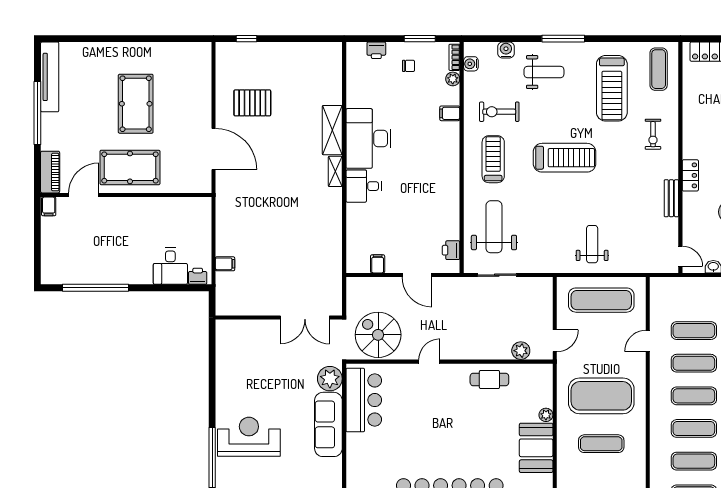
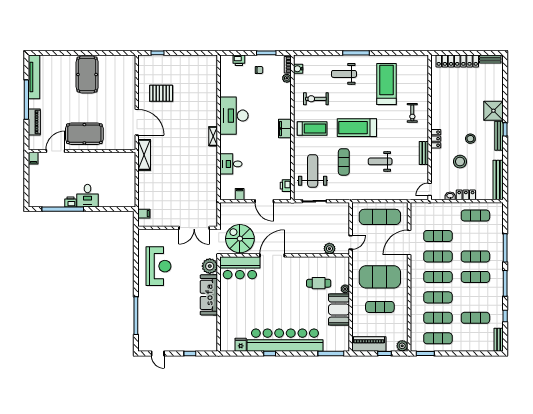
water cooler: (506, 50) -> (320, 60), removed
exercise mat: (659, 69) -> (344, 162), moved
weight bench: (544, 72) -> (344, 74), turned 180
treadmill: (612, 88) -> (387, 84), turned 180
pool table: (136, 104) -> (87, 74), moved
filing cabinet: (450, 113) -> (285, 129), moved, width x2.00
shelving: (332, 130) -> (144, 155), moved
treadmill: (565, 158) -> (357, 128), turned 180
treadmill: (493, 159) -> (312, 129), turned 90
piano: (50, 172) -> (34, 122), moved
desk: (364, 186) -> (231, 164), moved
weight bench: (592, 244) -> (380, 161), moved, turned -90
door: (680, 256) -> (430, 189), swing flipped
filing cabinet: (225, 264) -> (144, 214), moved
desk: (170, 266) -> (88, 196), moved
printer: (198, 276) -> (70, 202), moved
door: (648, 341) -> (409, 243), width x1.87
door: (429, 362) -> (272, 255), width x1.87
cafe table: (489, 379) -> (319, 283), moved
bar counter: (364, 400) -> (240, 268), moved, turned 90
reception desk: (249, 437) -> (158, 266), moved, turned 90

